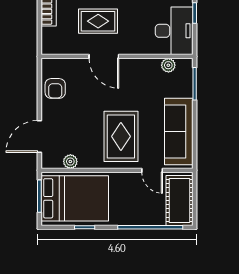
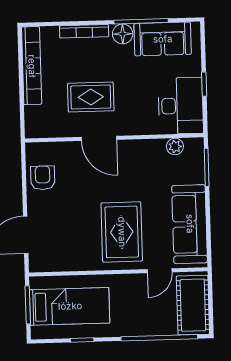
armchair: (55, 88) -> (43, 178), turned 180
plant: (70, 162) -> (63, 263), removed
door: (152, 170) -> (160, 271), hinge flipped
bed: (75, 198) -> (70, 306), width x0.67

